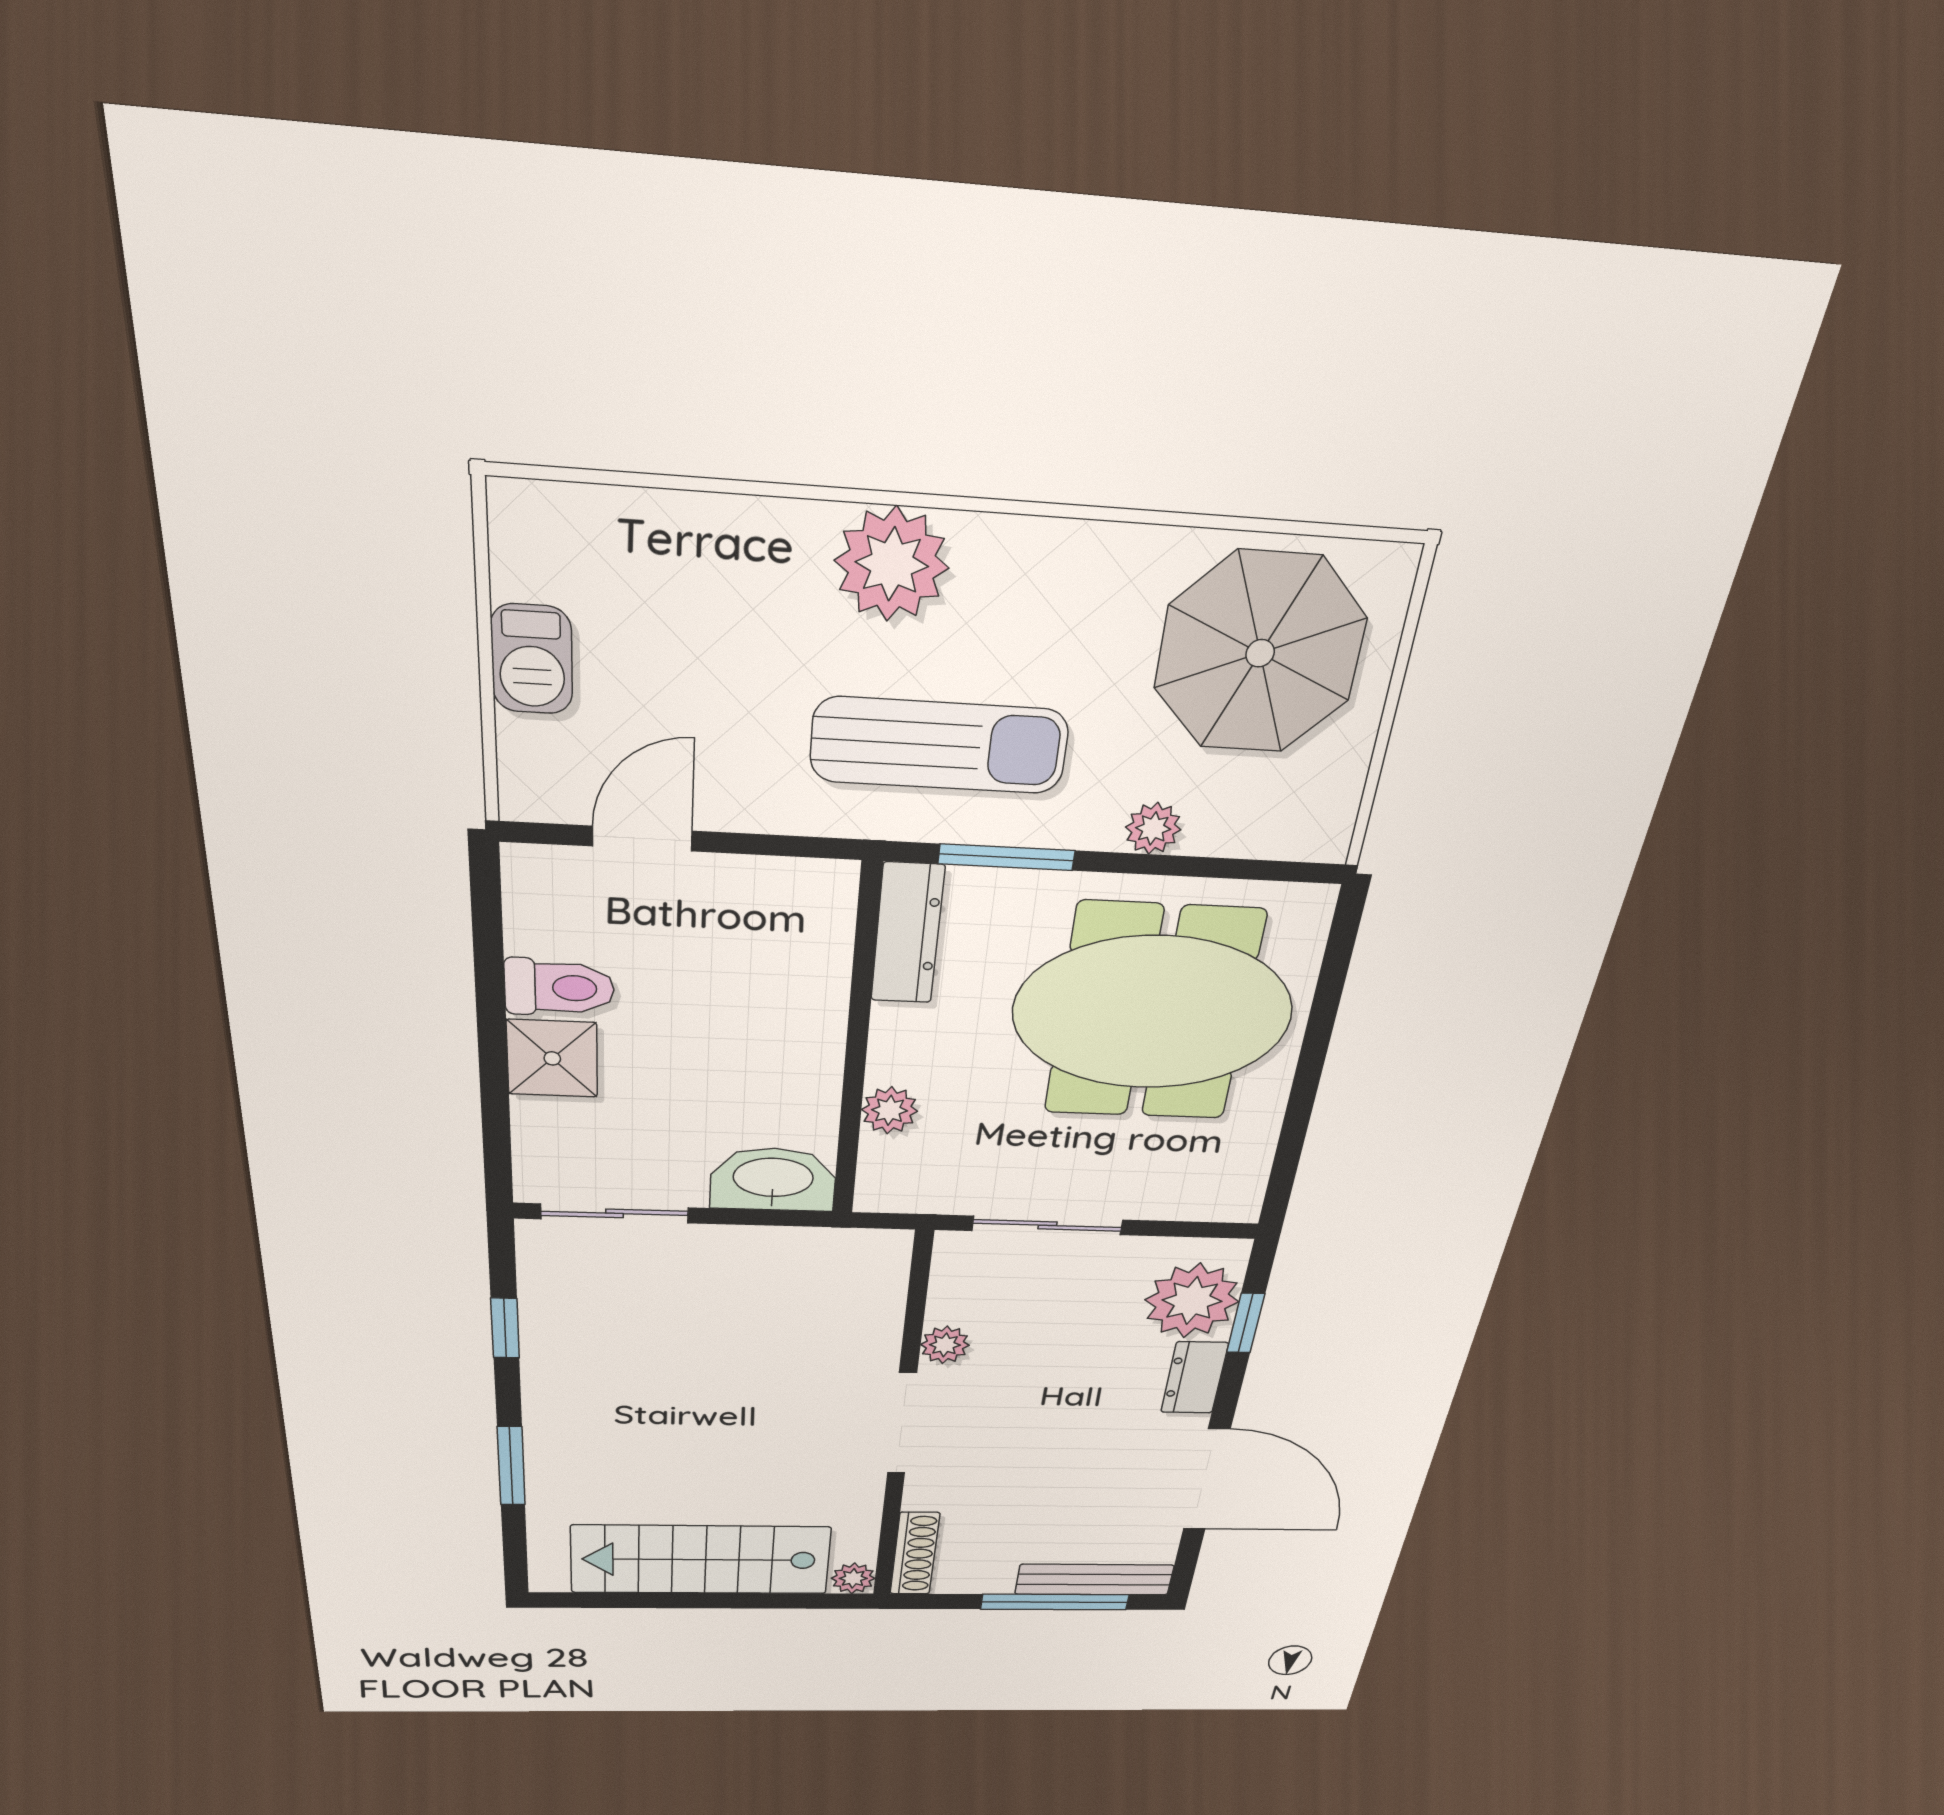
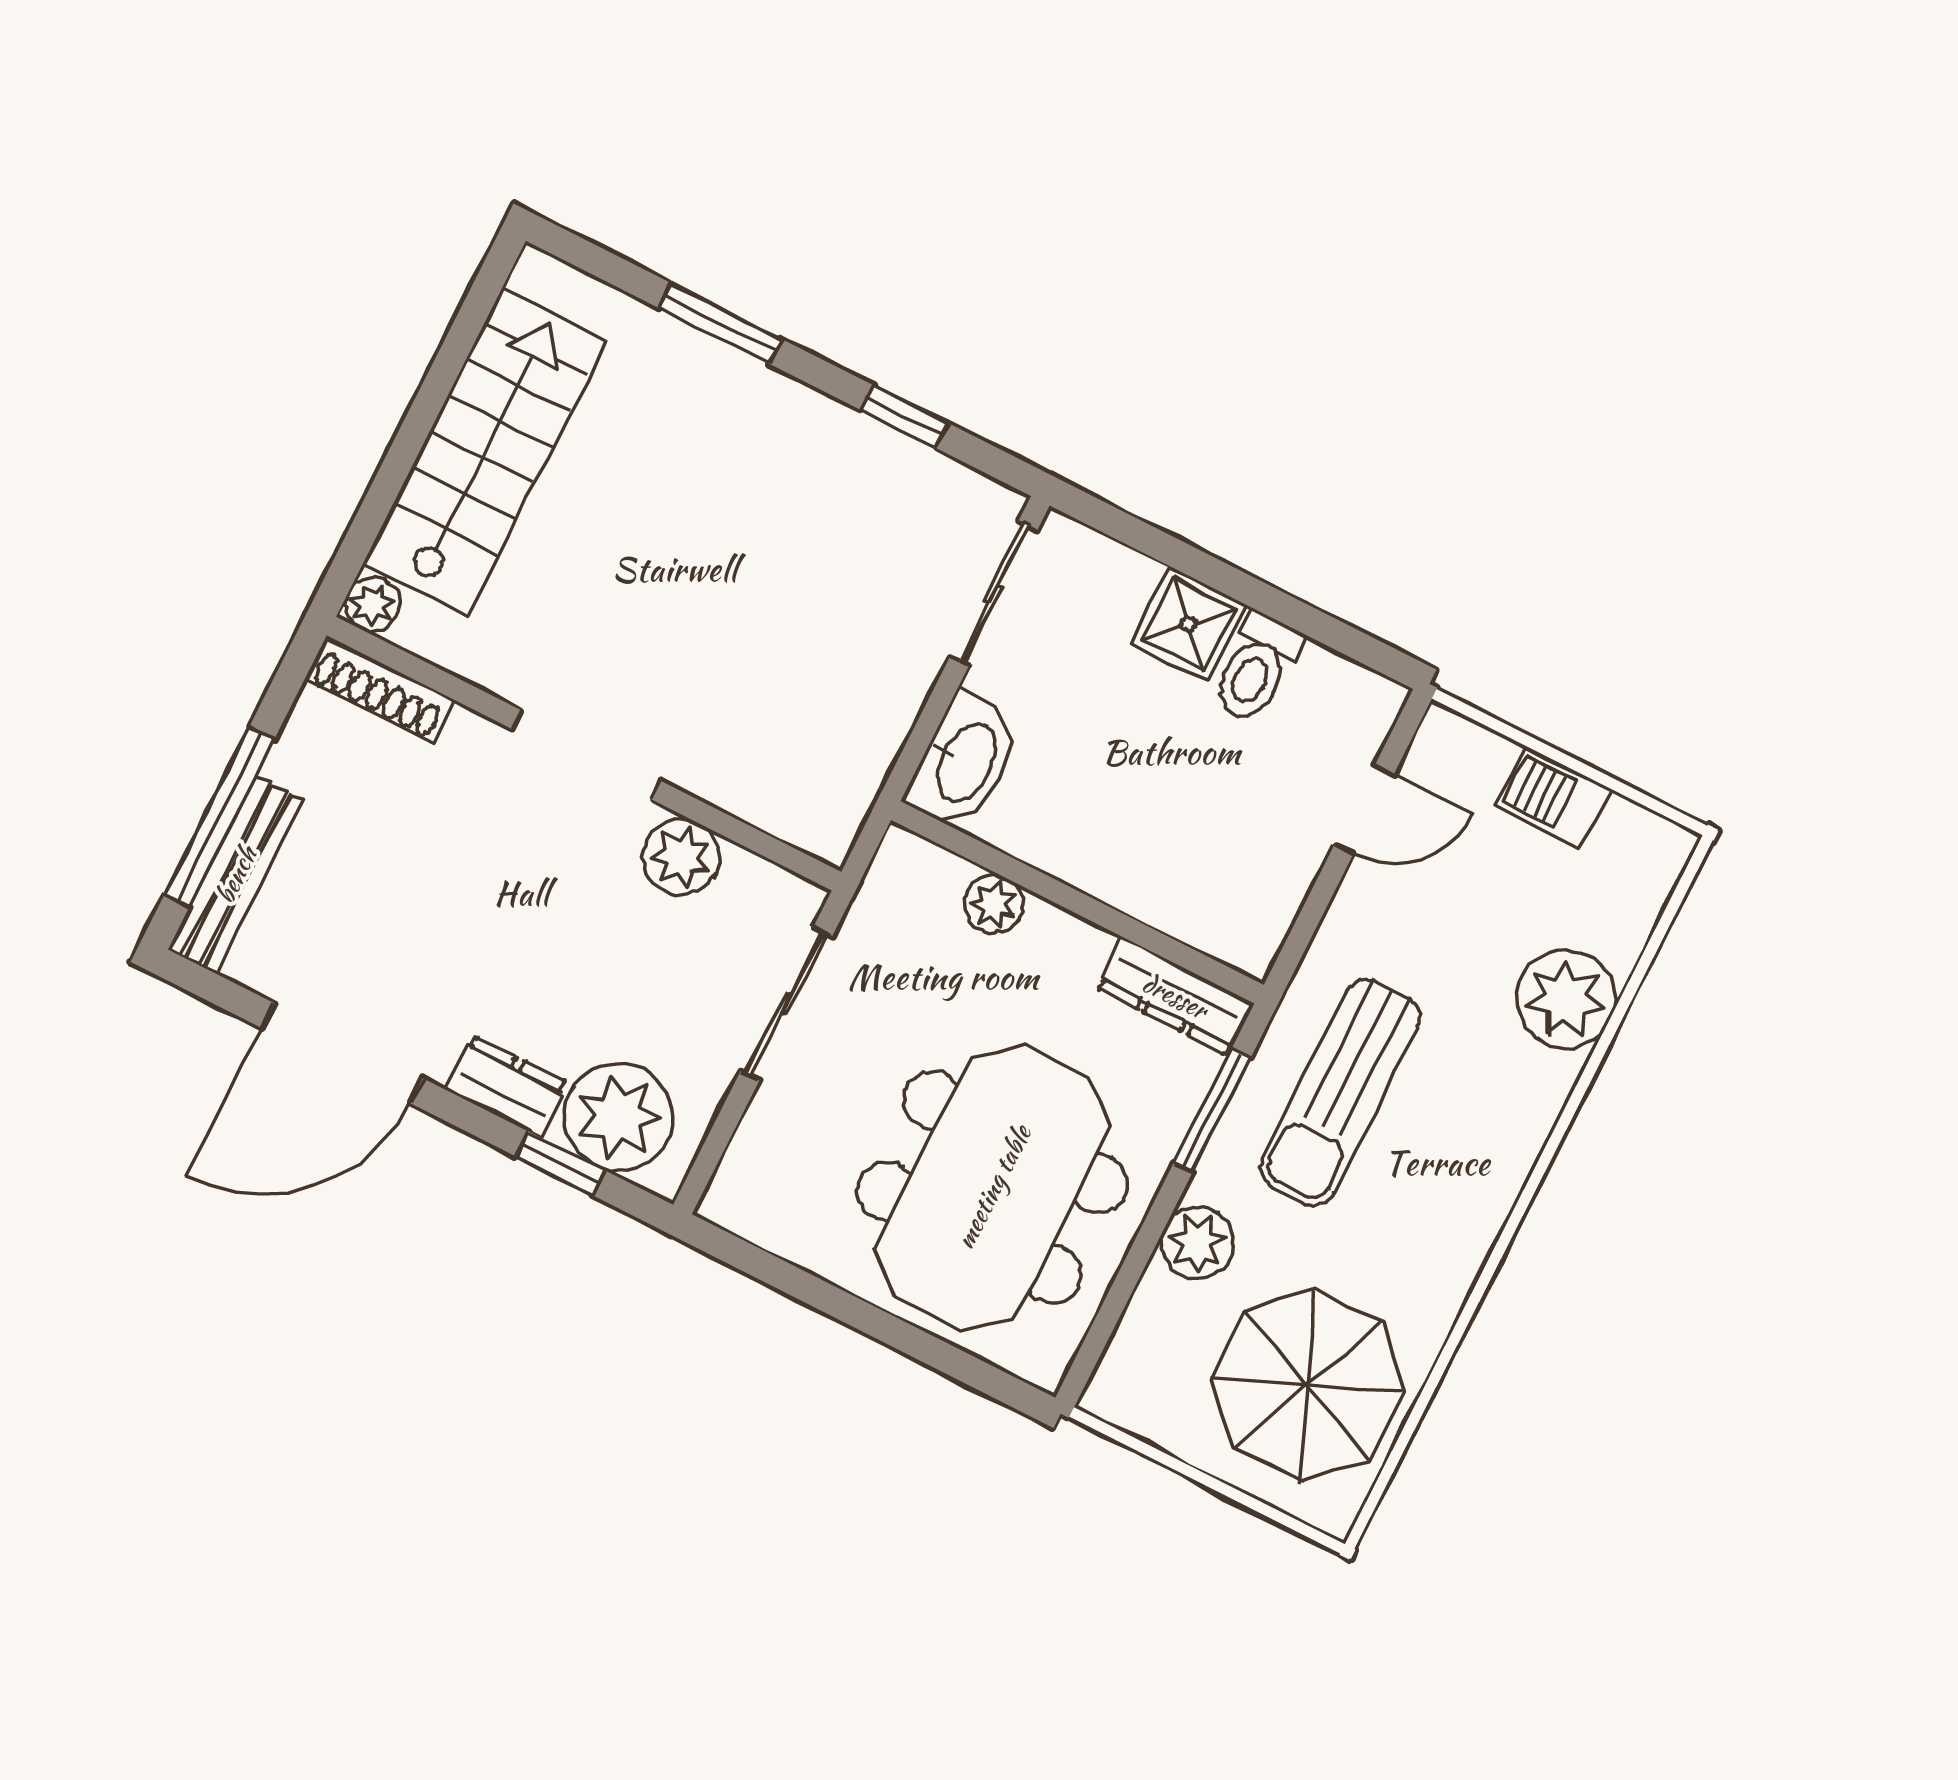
plant: (892, 564) -> (1565, 999), moved
plant: (1153, 828) -> (1198, 1243), width x1.38, depth x1.38
door: (642, 839) -> (1364, 809), hinge flipped
plant: (945, 1345) -> (681, 857), width x1.38, depth x1.38

